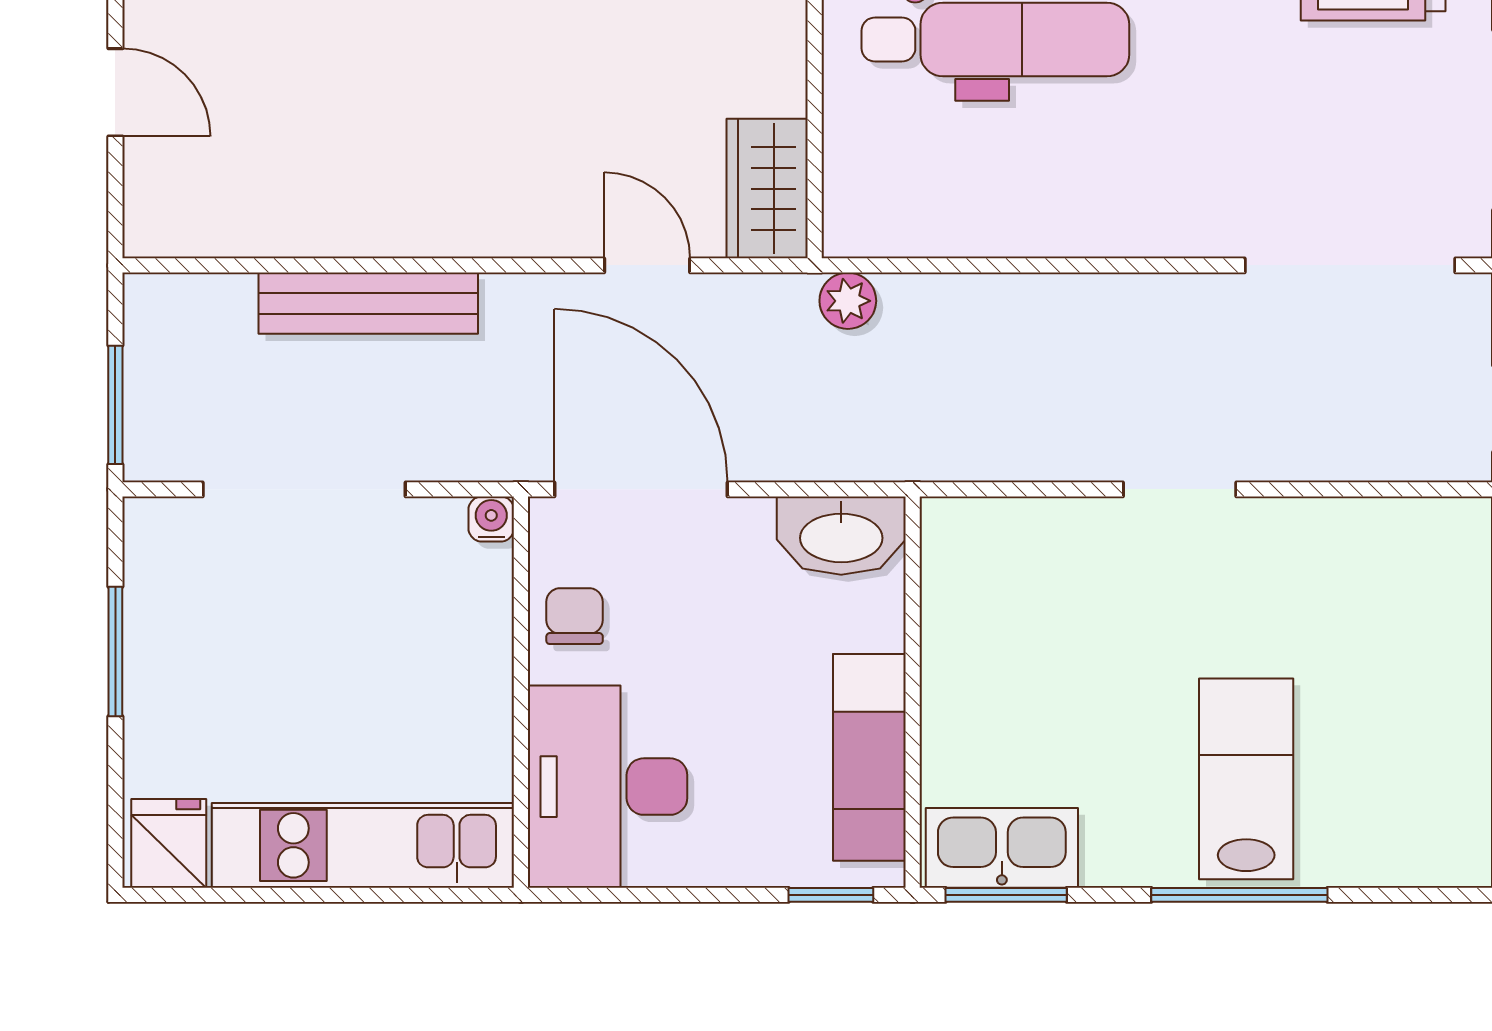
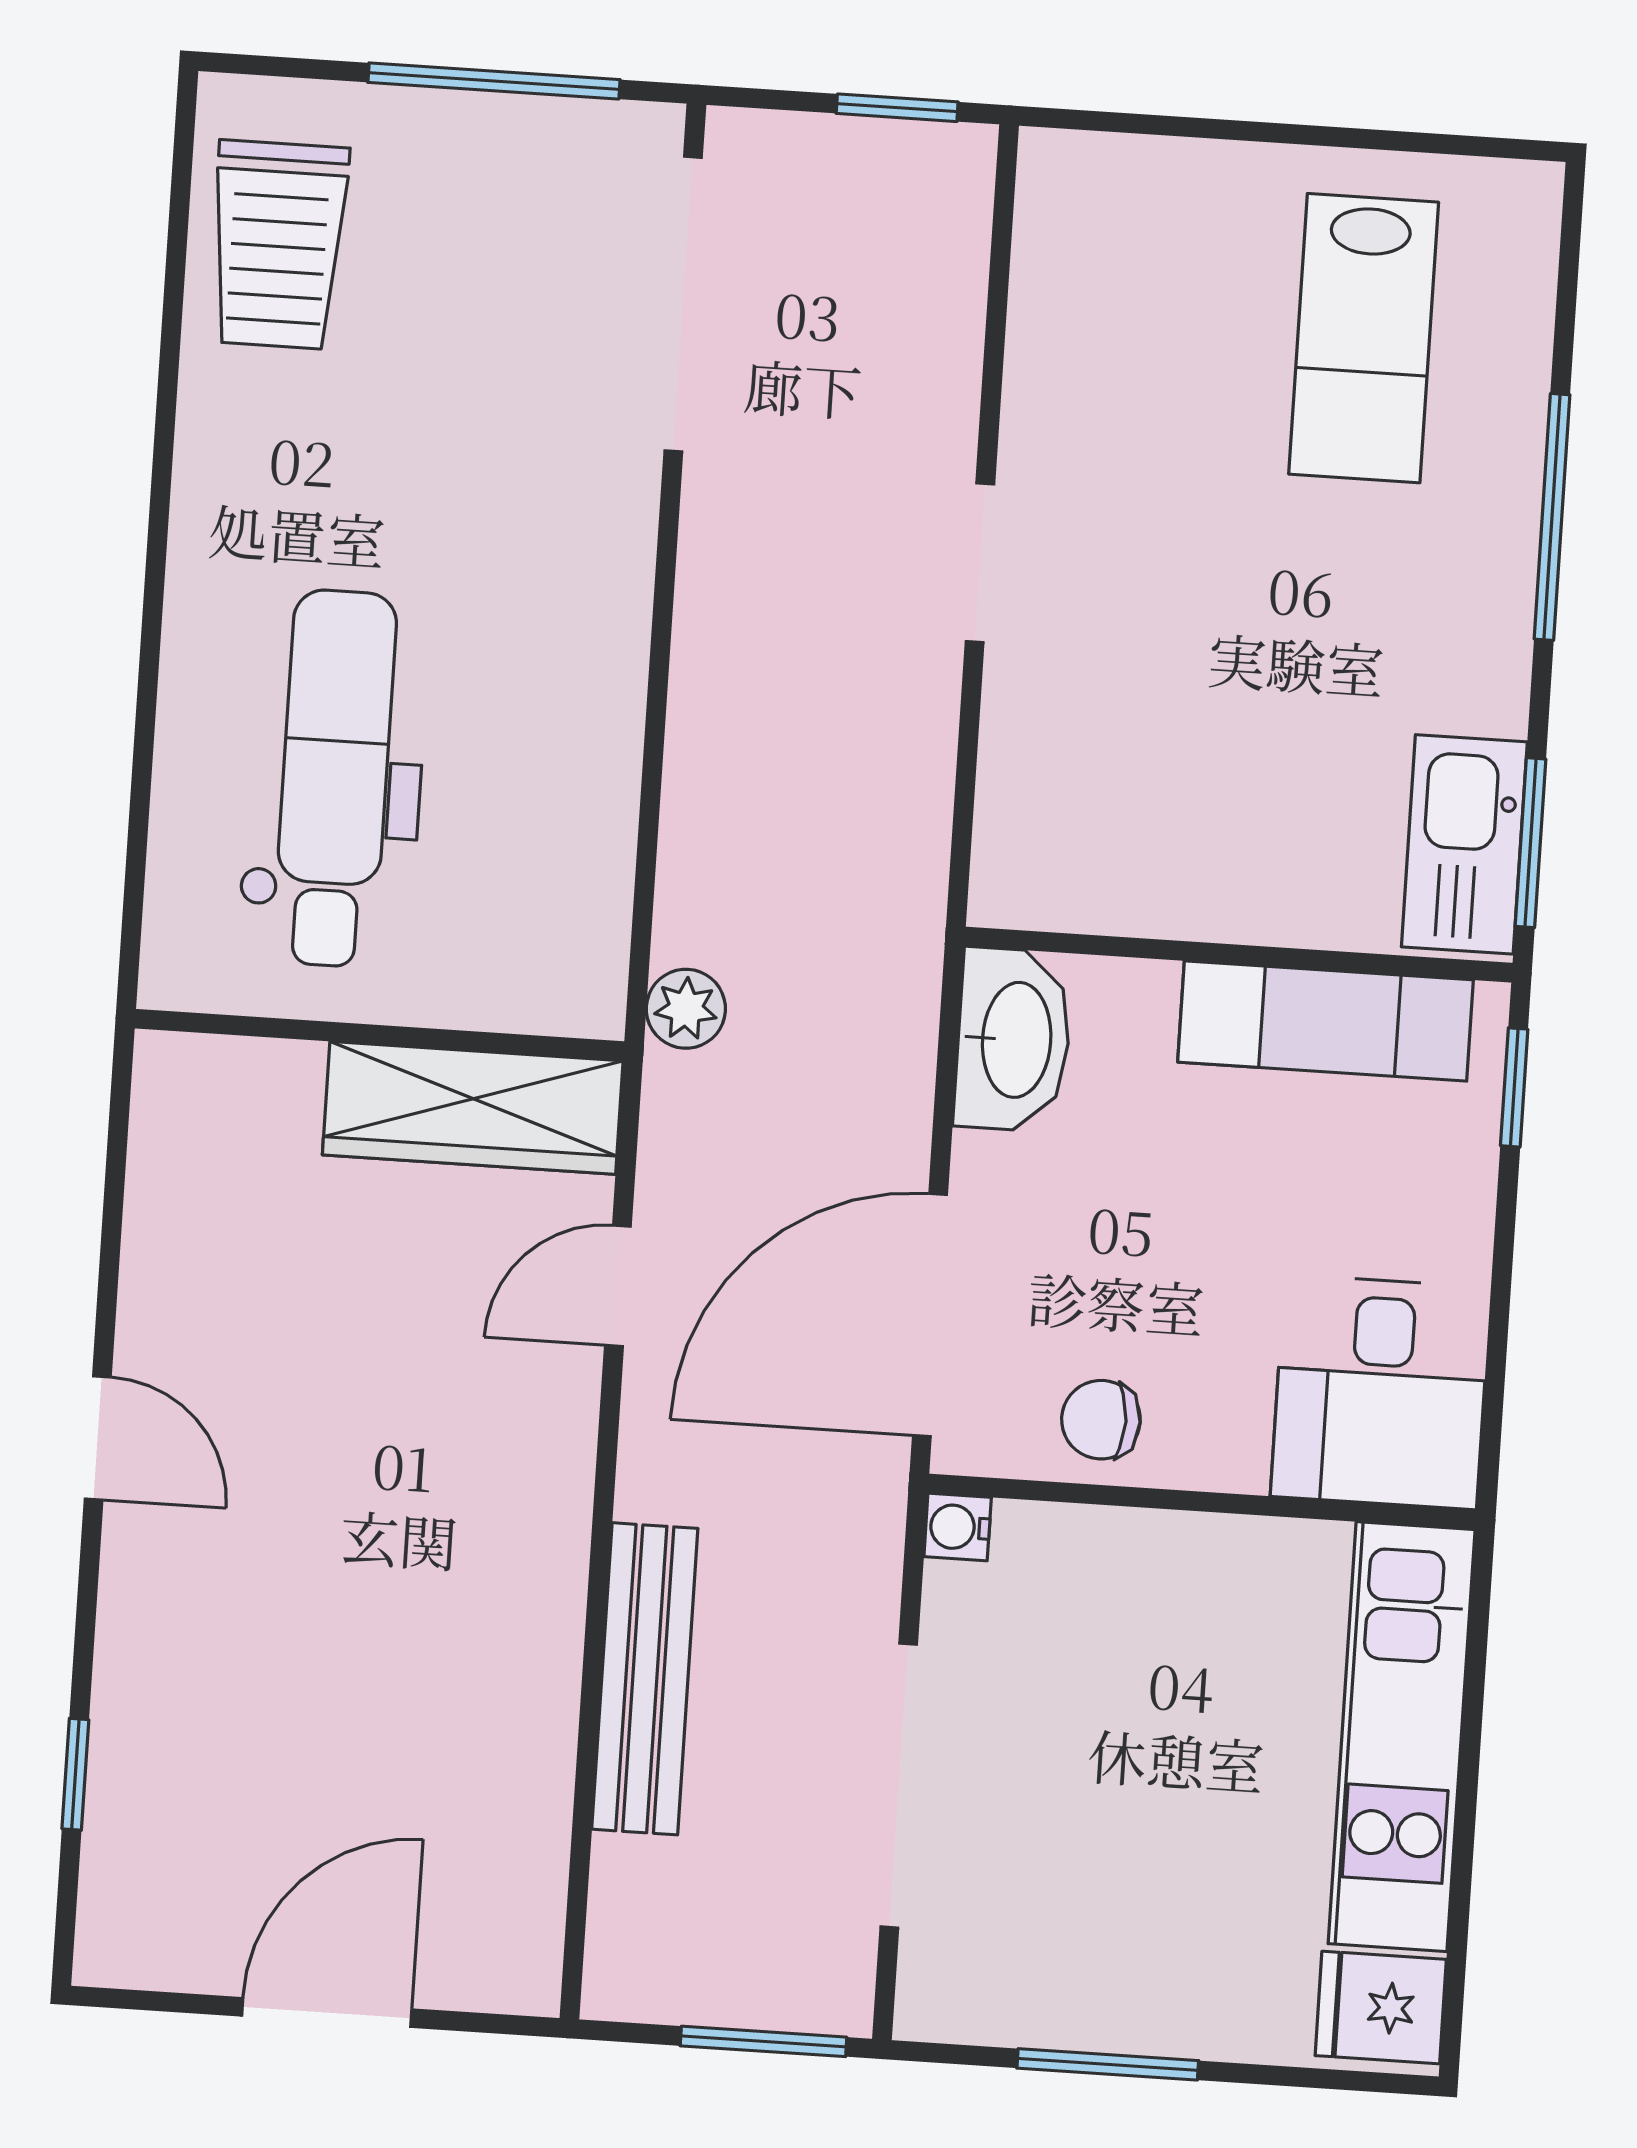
door: (115, 92) -> (327, 2012), width x1.38
wardrobe: (767, 189) -> (473, 1108), width x1.50
lab bench: (1246, 779) -> (1364, 338), moved, turned -90
desk: (608, 787) -> (1381, 1392), width x0.73

